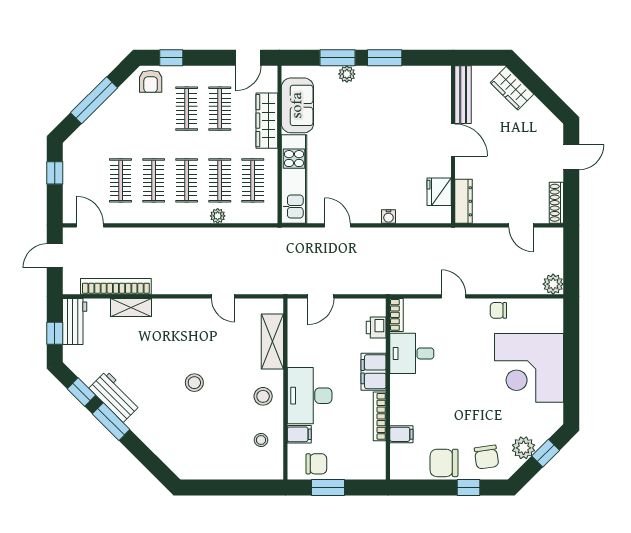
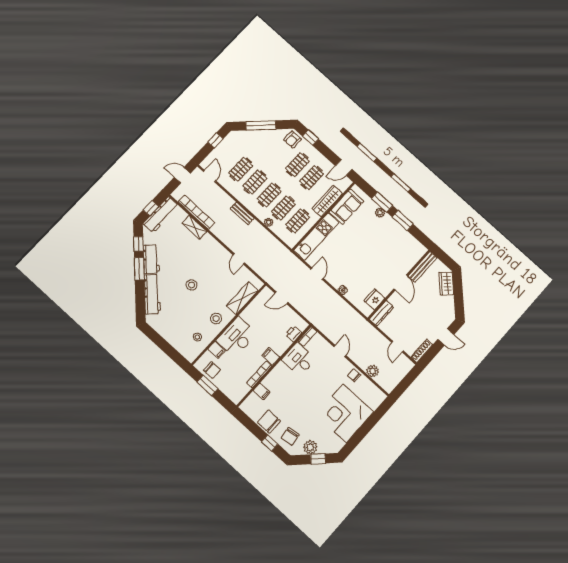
bench: (174, 235) -> (242, 213), added
plant: (553, 284) -> (373, 371), moved
workbench: (75, 321) -> (161, 215), width x1.38
filing cabinet: (374, 372) -> (271, 356), width x0.50
workbench: (157, 438) -> (152, 294), added

